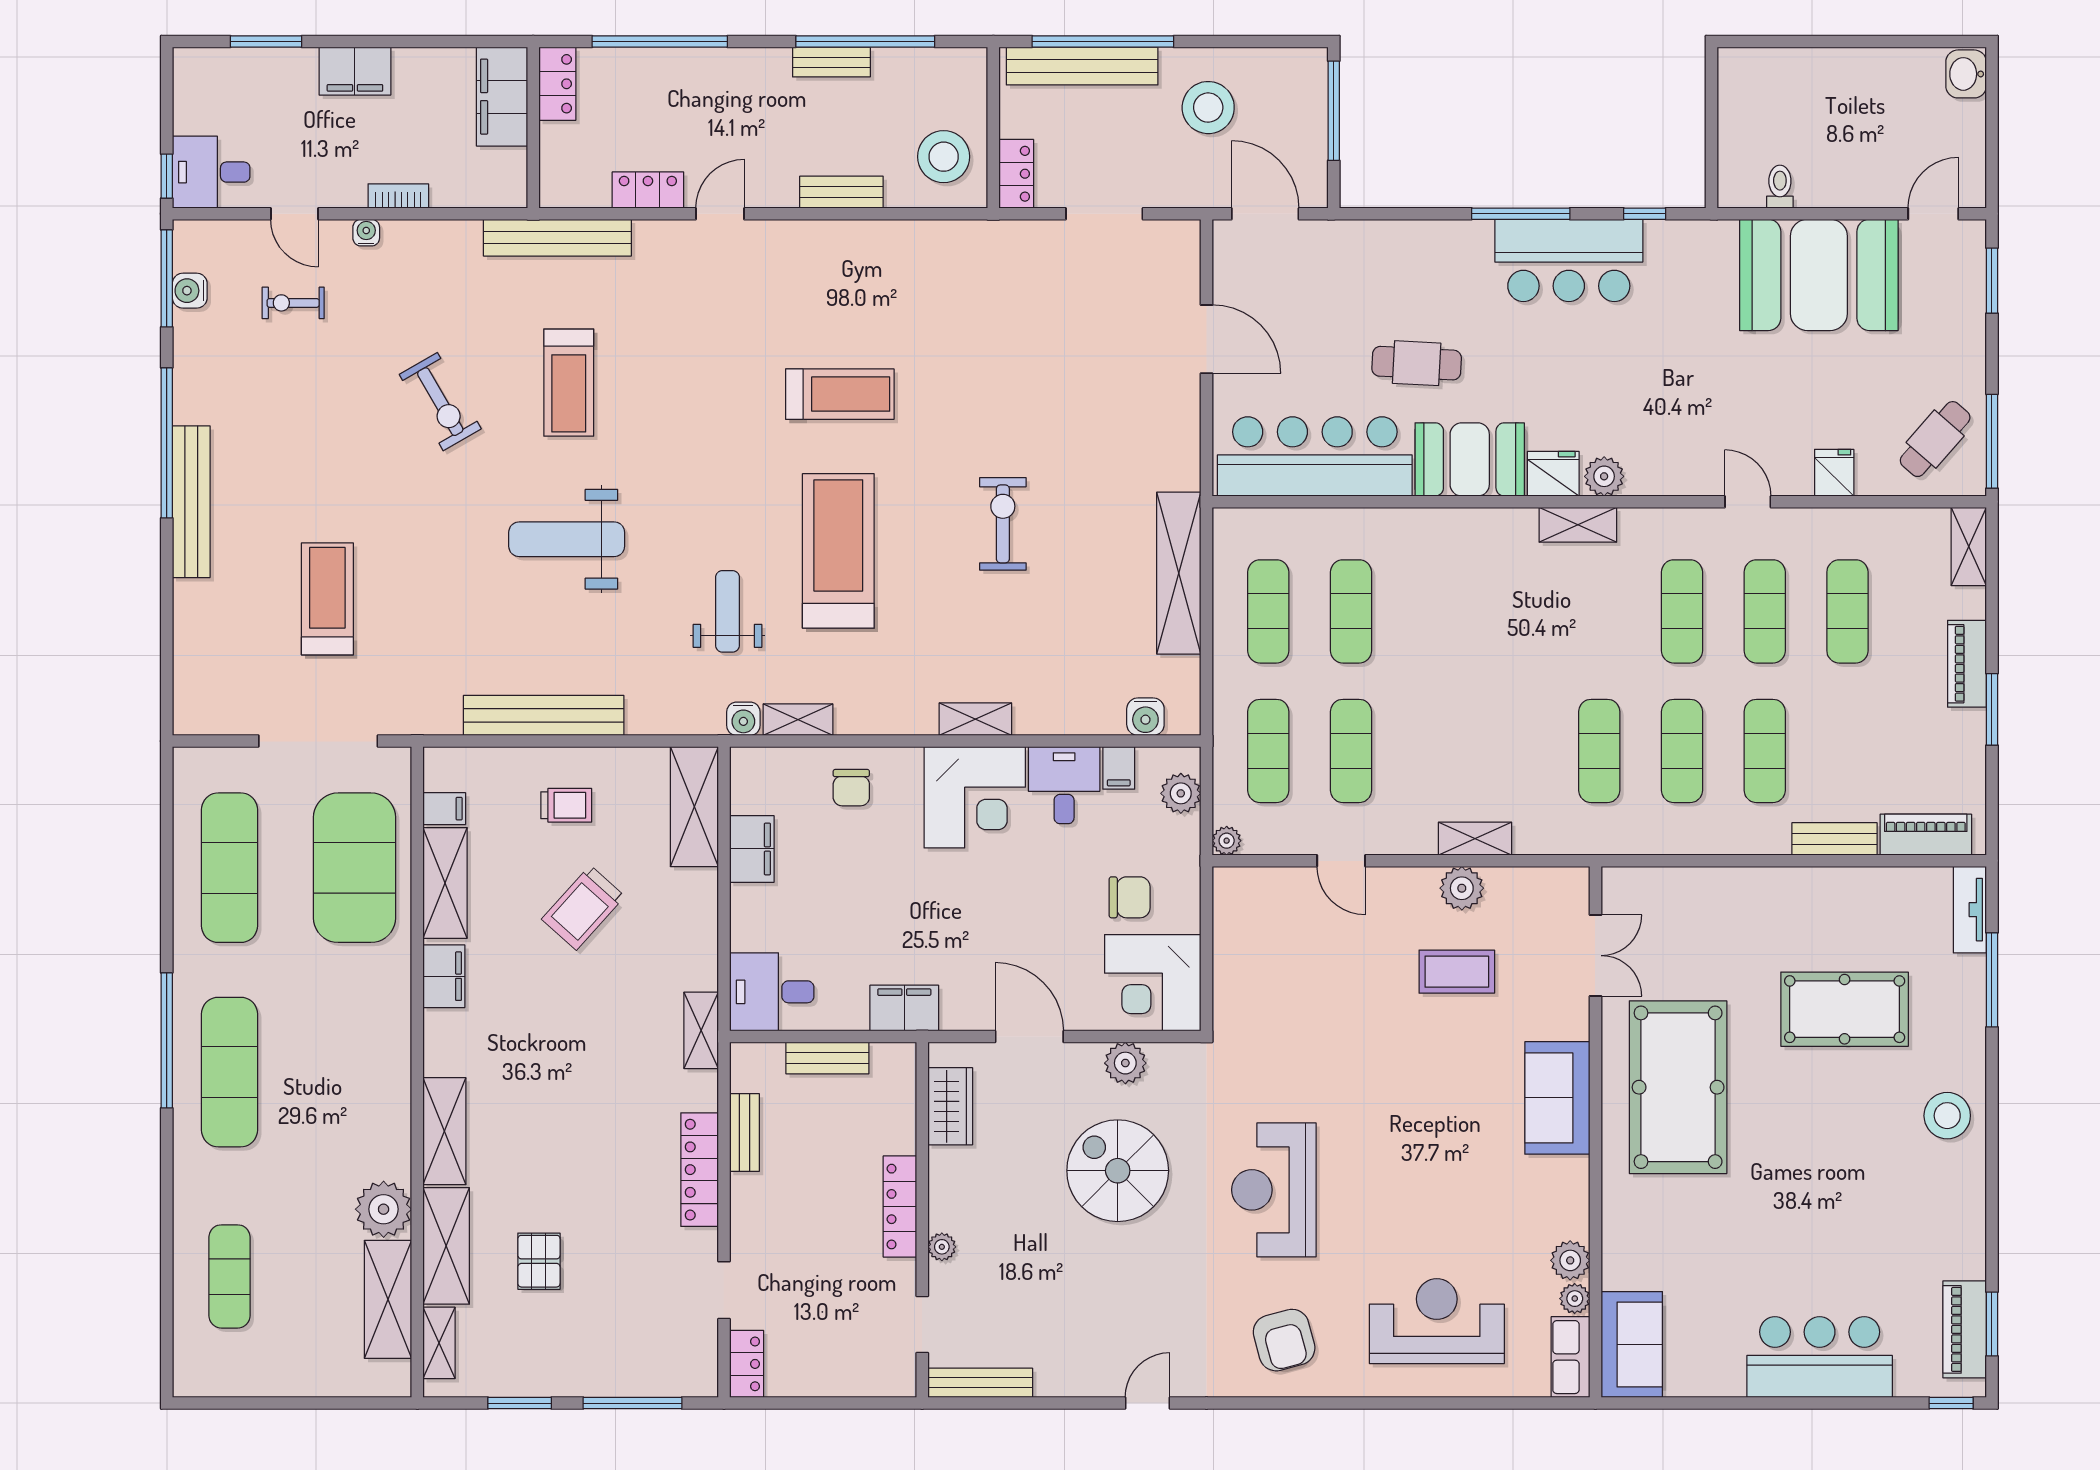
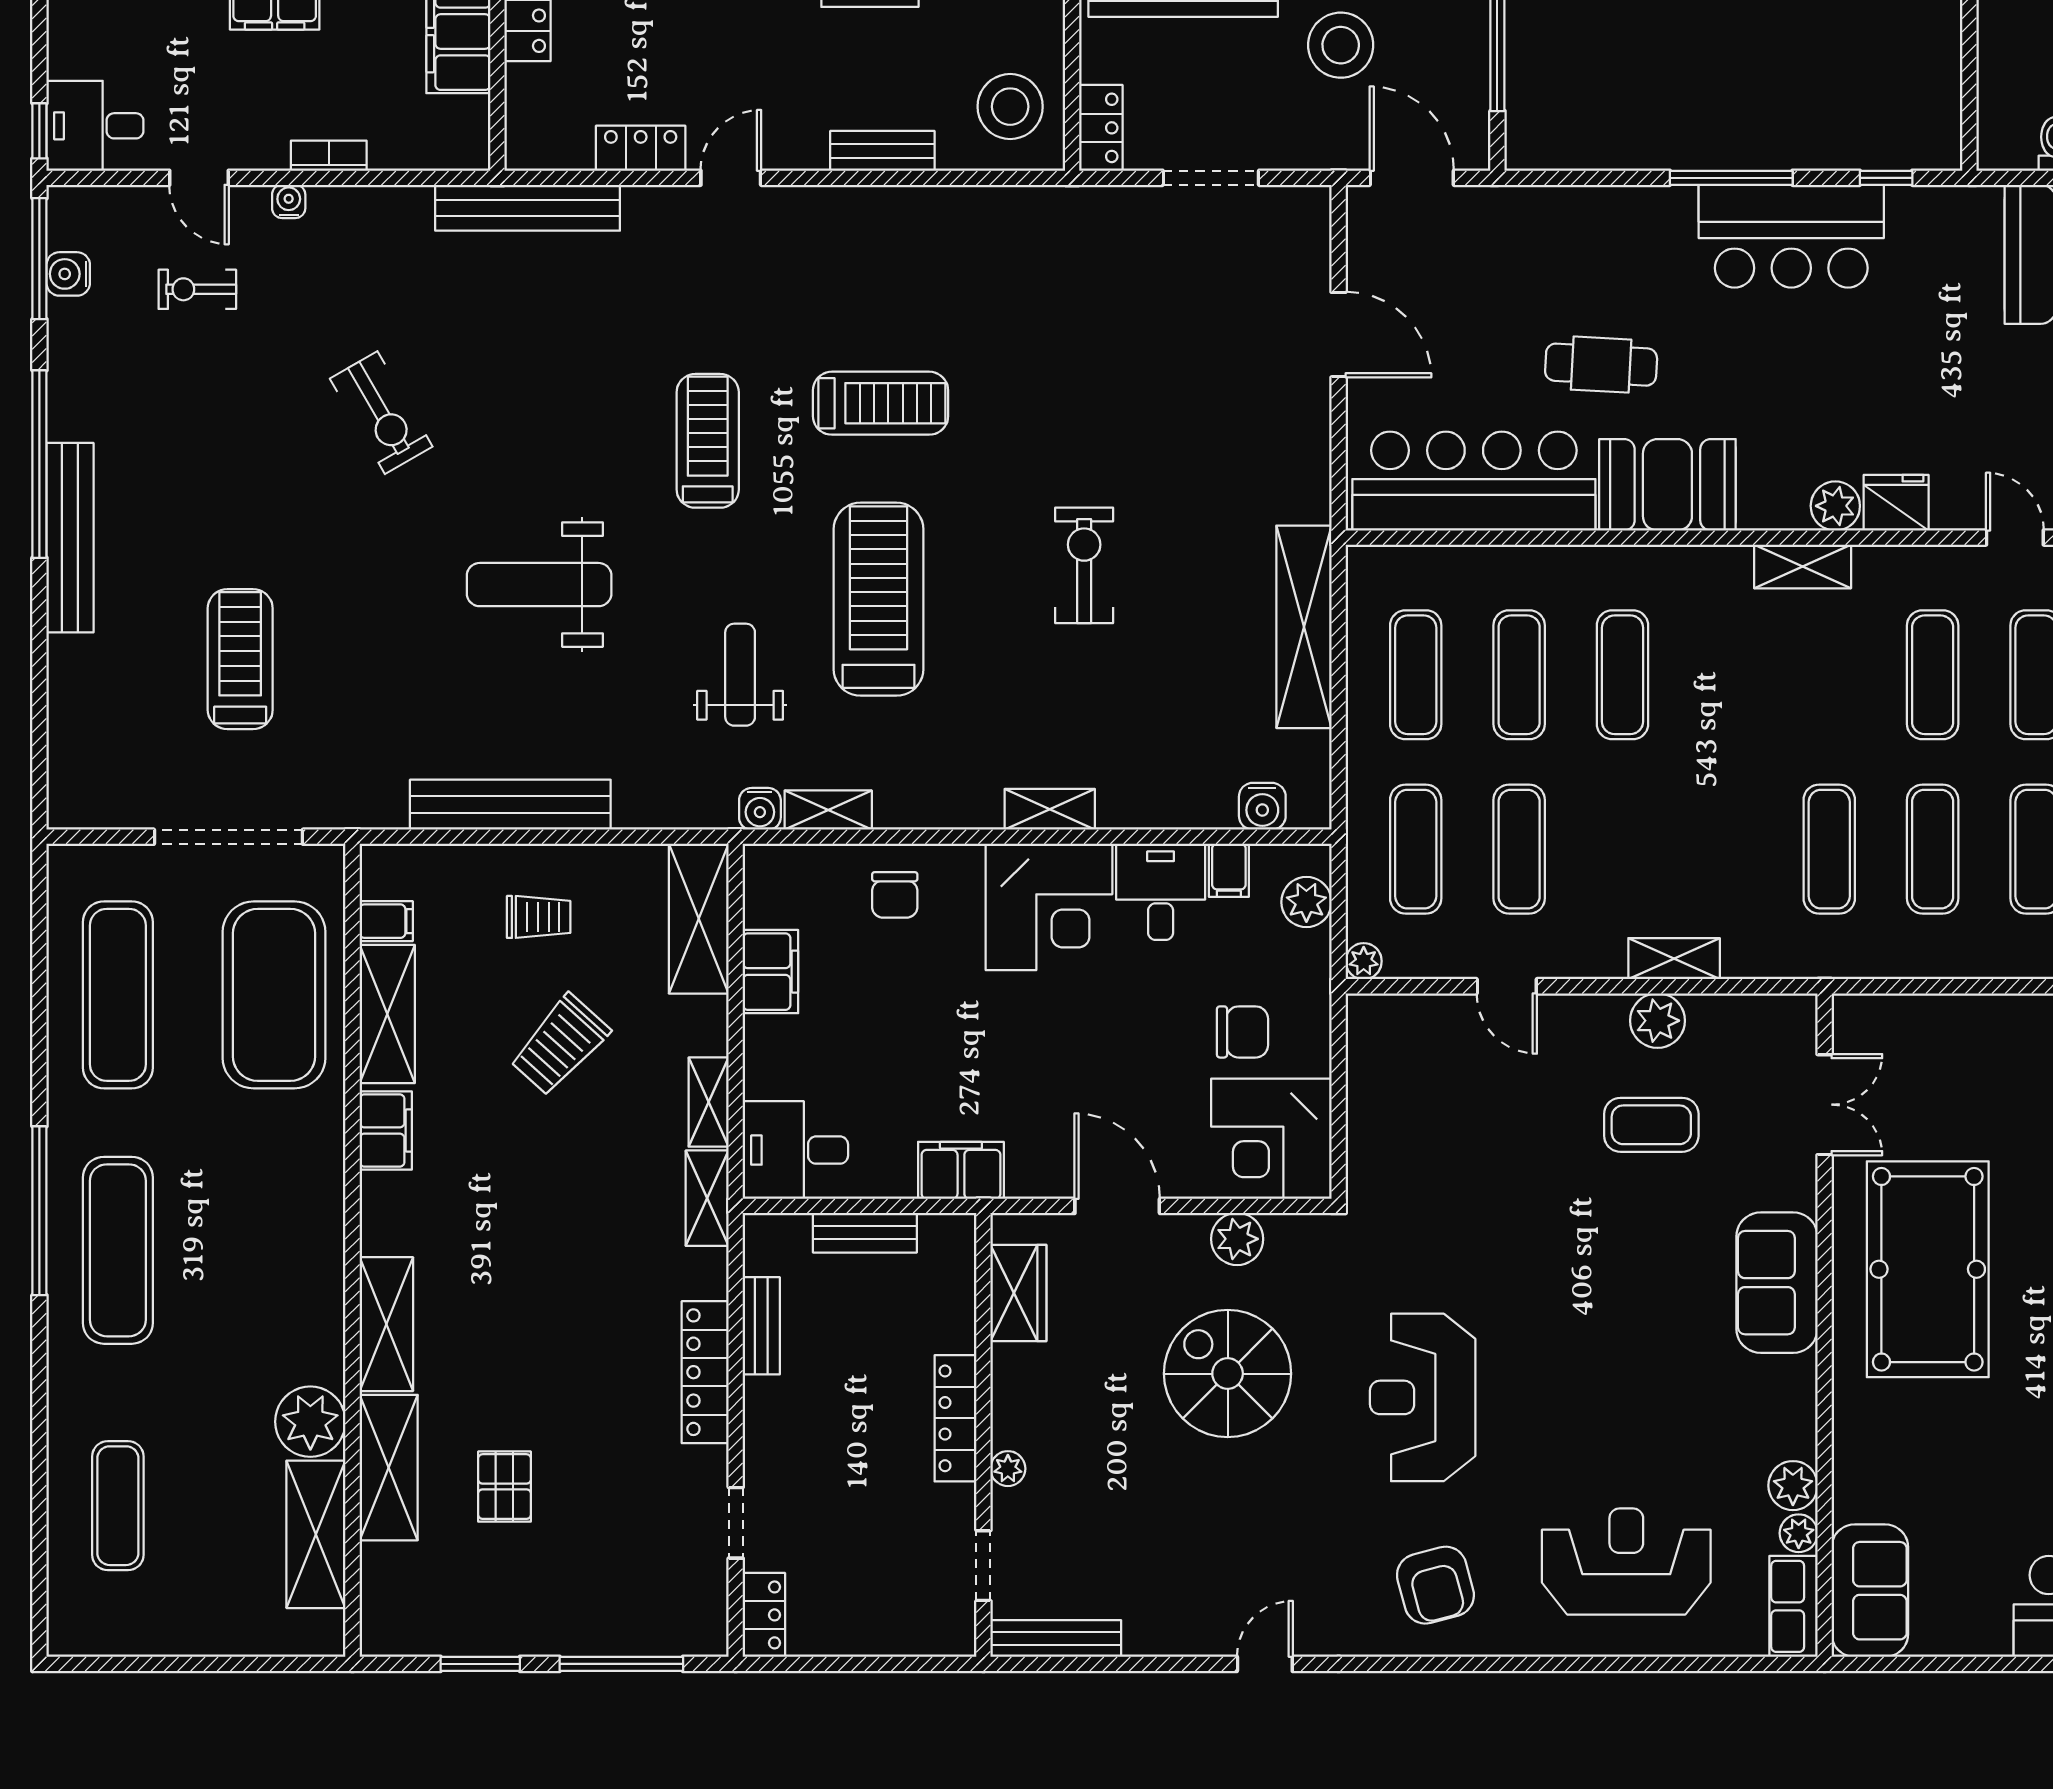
treadmill: (569, 383) -> (708, 441), moved, turned 180
fridge: (1553, 474) -> (1896, 503), moved
exercise mat: (1434, 611) -> (1622, 675), added
shelving: (439, 1343) -> (709, 1102), moved

